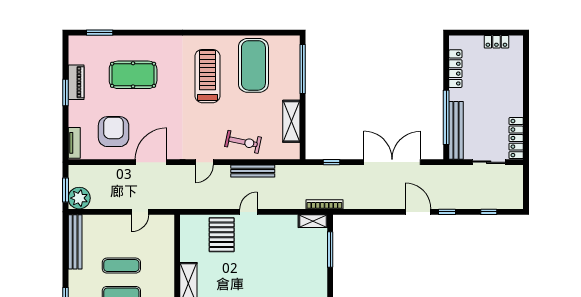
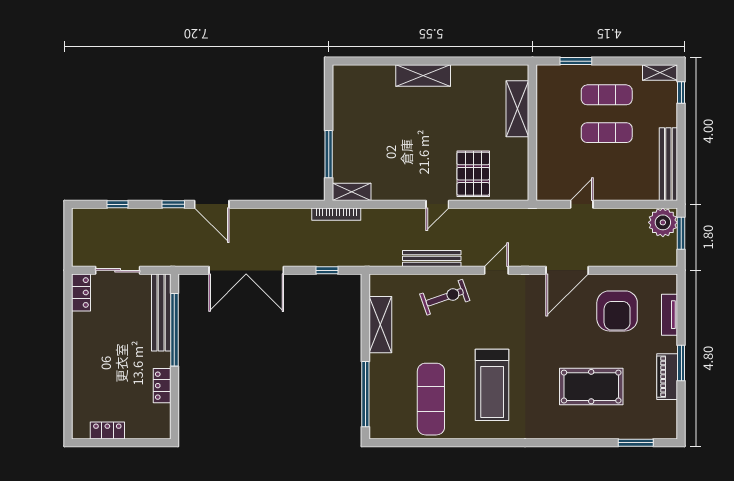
exercise mat: (253, 65) -> (431, 399), width x0.68
locker: (455, 69) -> (162, 386), width x0.66
locker: (516, 138) -> (81, 293), width x0.66
exercise bike: (243, 142) -> (445, 297), turned 149
tv unit: (74, 143) -> (670, 315), moved

